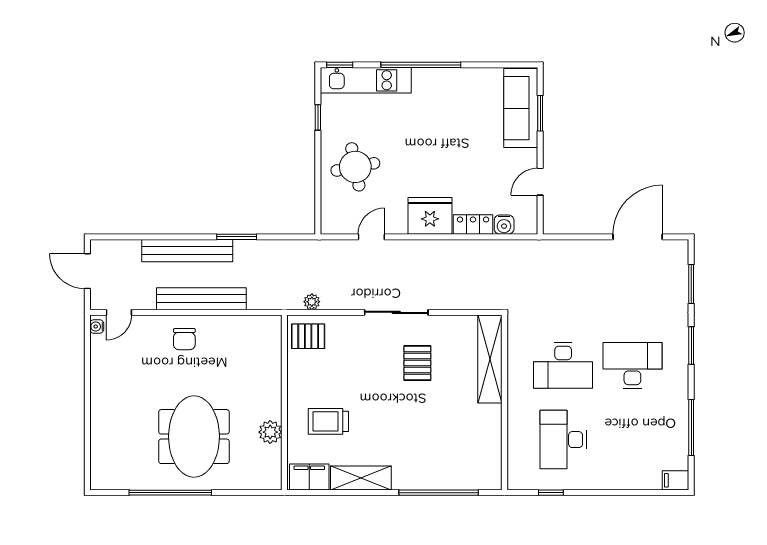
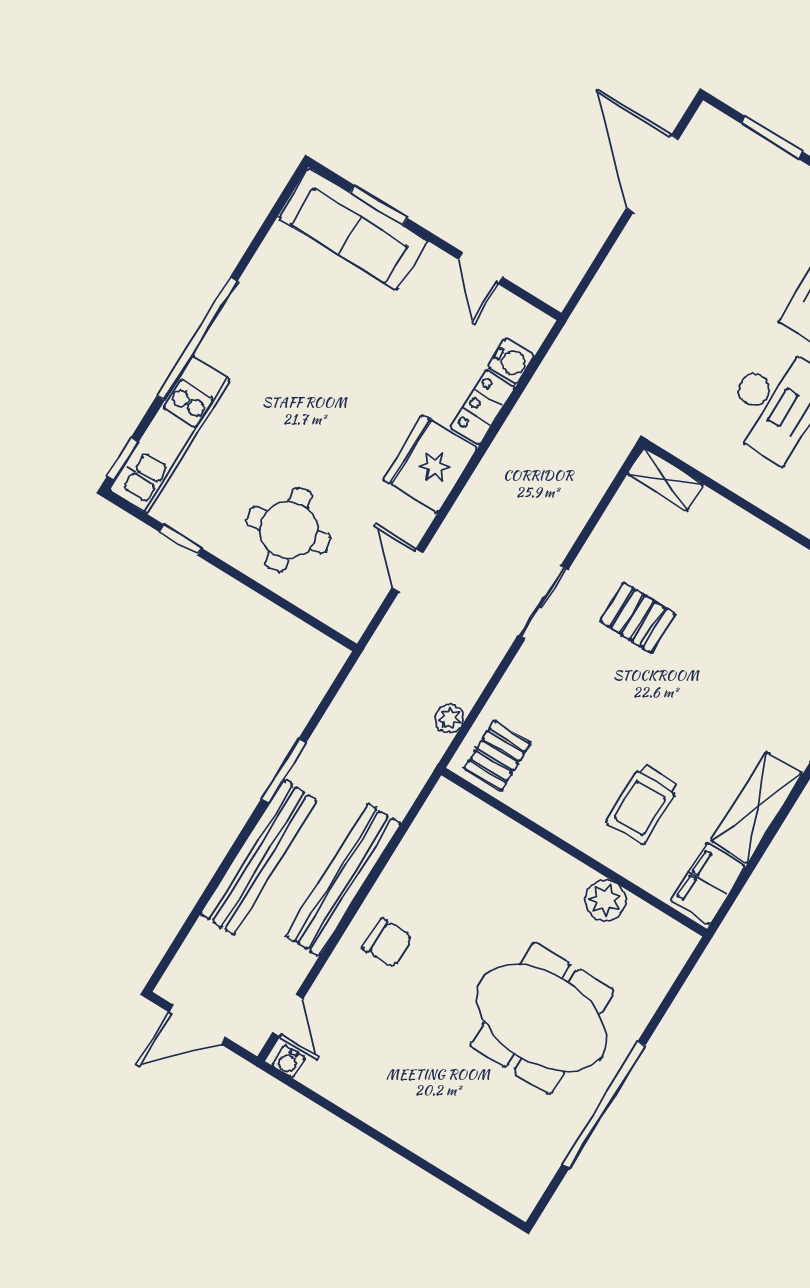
sliding door: (396, 312) -> (543, 603), width x0.73
shelving: (490, 359) -> (665, 479), width x0.45, depth x0.75

